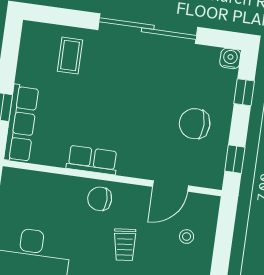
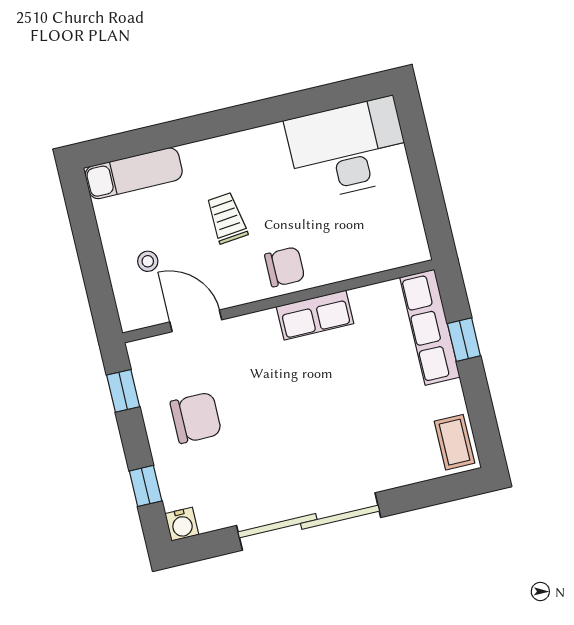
coffee table: (70, 56) -> (454, 442), moved
door: (170, 186) -> (196, 321), hinge flipped

